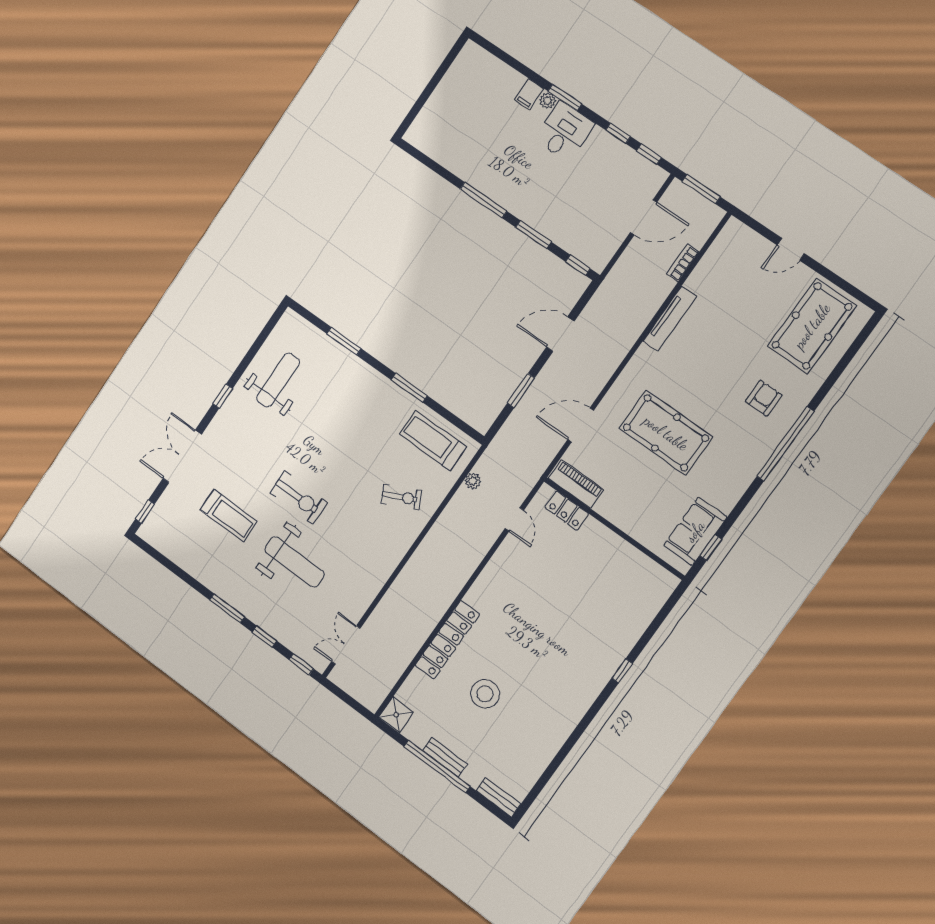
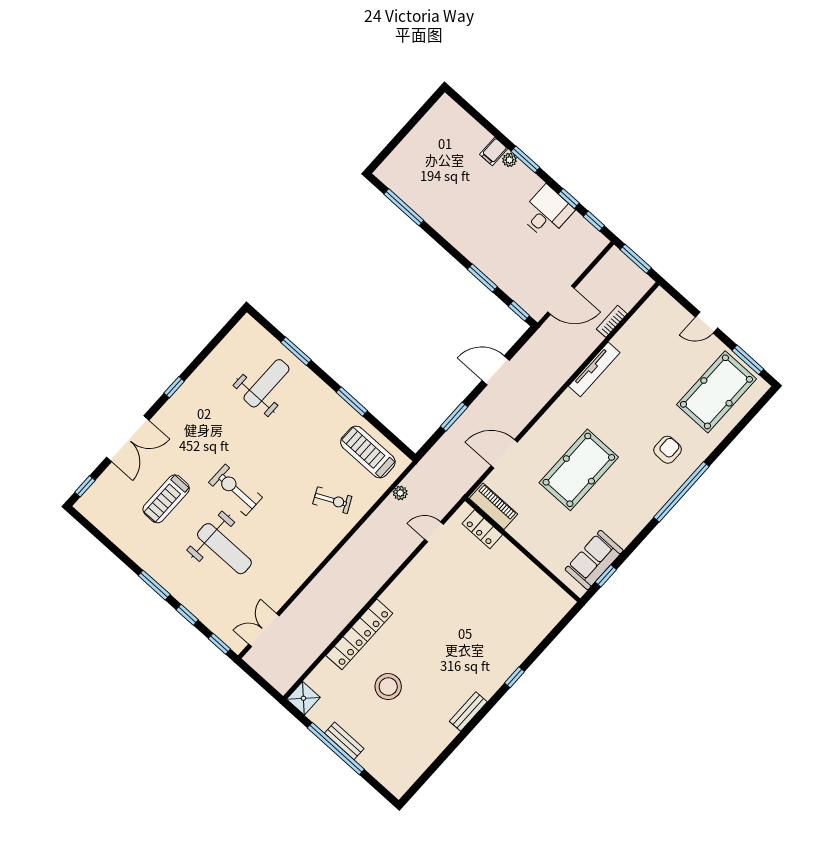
desk: (564, 131) -> (546, 212), moved
window: (483, 200) -> (404, 207), moved
door: (644, 217) -> (561, 300), moved
window: (844, 285) -> (748, 360), added
weight bench: (278, 380) -> (266, 383), moved
pool table: (666, 433) -> (579, 470), turned 90
double door: (182, 456) -> (128, 439), swing flipped
exercise bike: (299, 498) -> (236, 490), turned 180
treadmill: (228, 515) -> (166, 499), turned 90
door: (514, 519) -> (434, 532), swing flipped
bench: (498, 797) -> (468, 712), moved, turned 90

